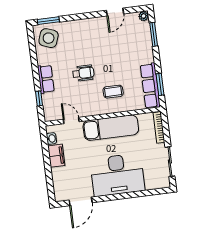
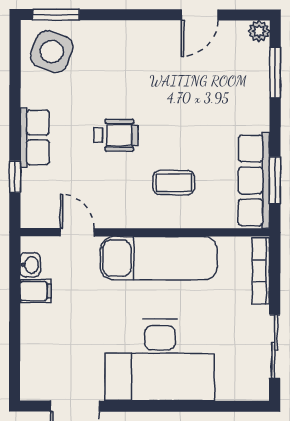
filing cabinet: (56, 156) -> (36, 291), width x0.50

